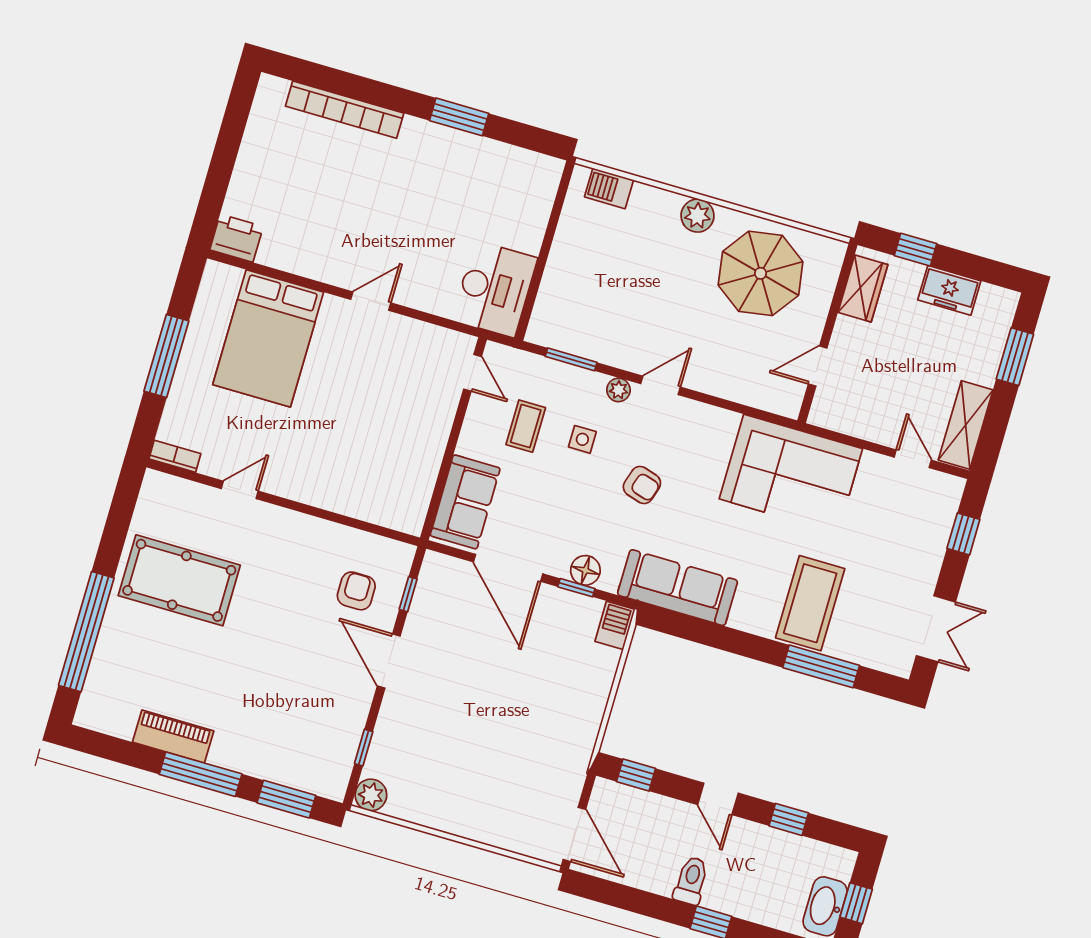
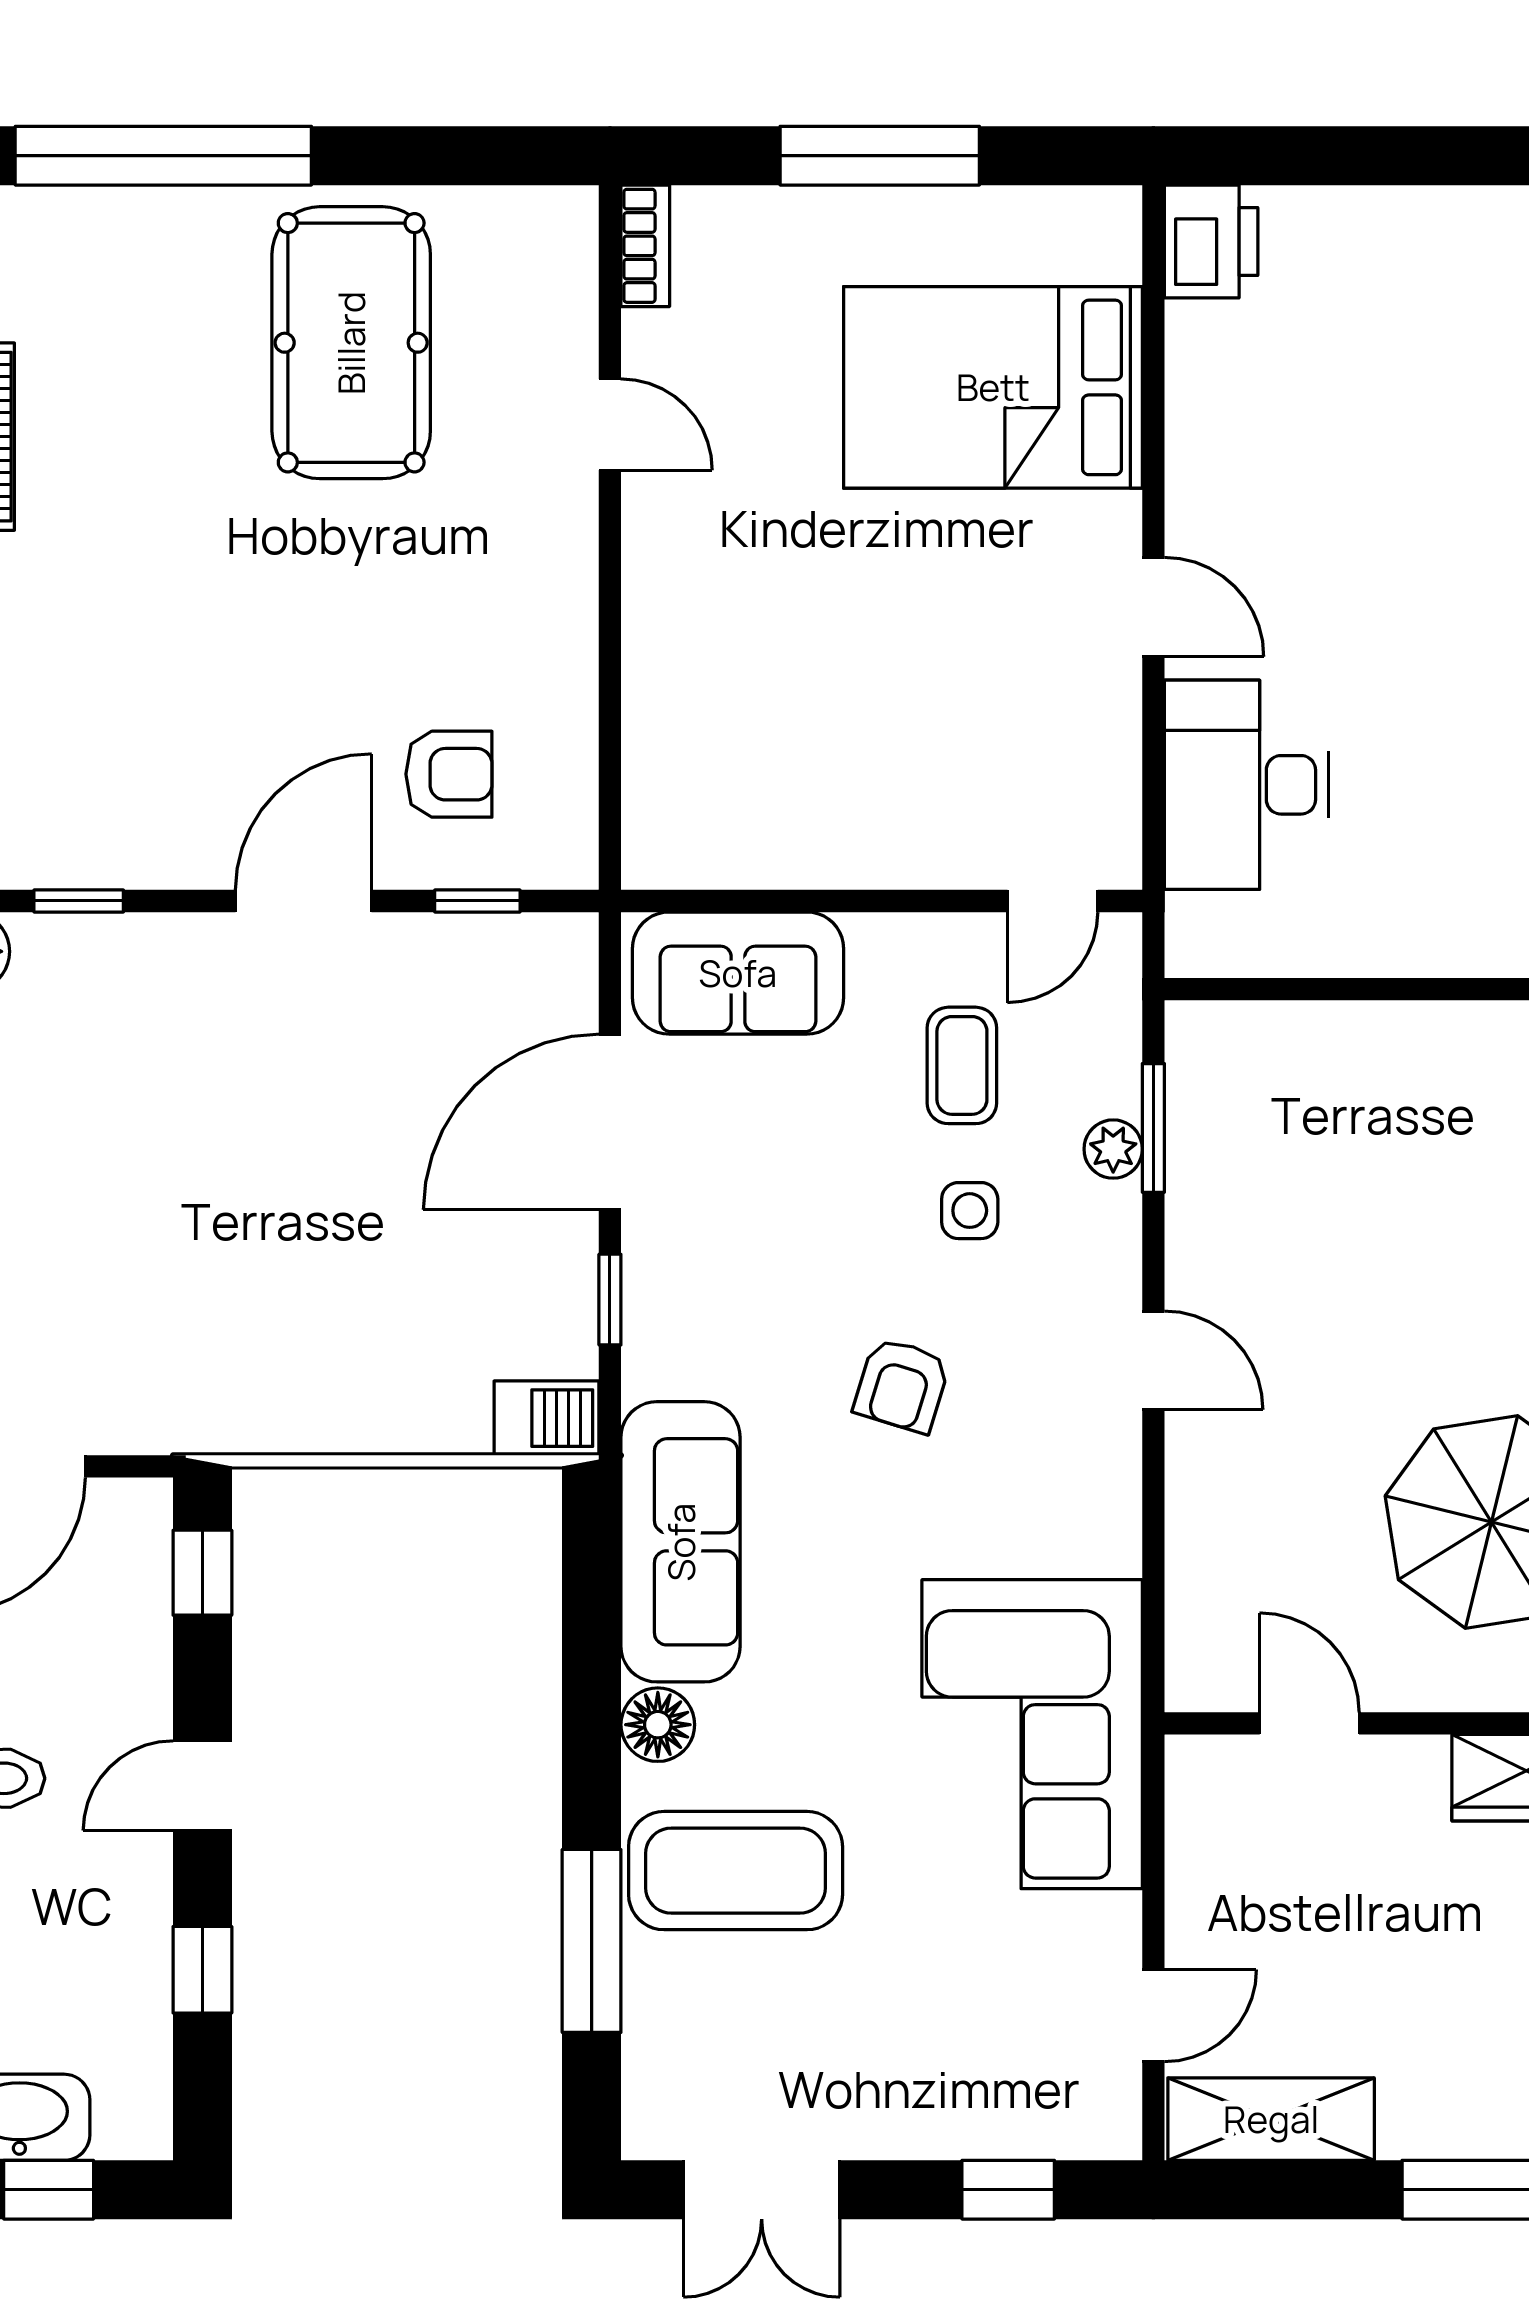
desk: (495, 289) -> (1247, 785), moved, turned 90
plant: (619, 390) -> (1113, 1149), moved
coffee table: (526, 426) -> (962, 1065), turned 90
floor lamp: (585, 570) -> (658, 1725), moved

